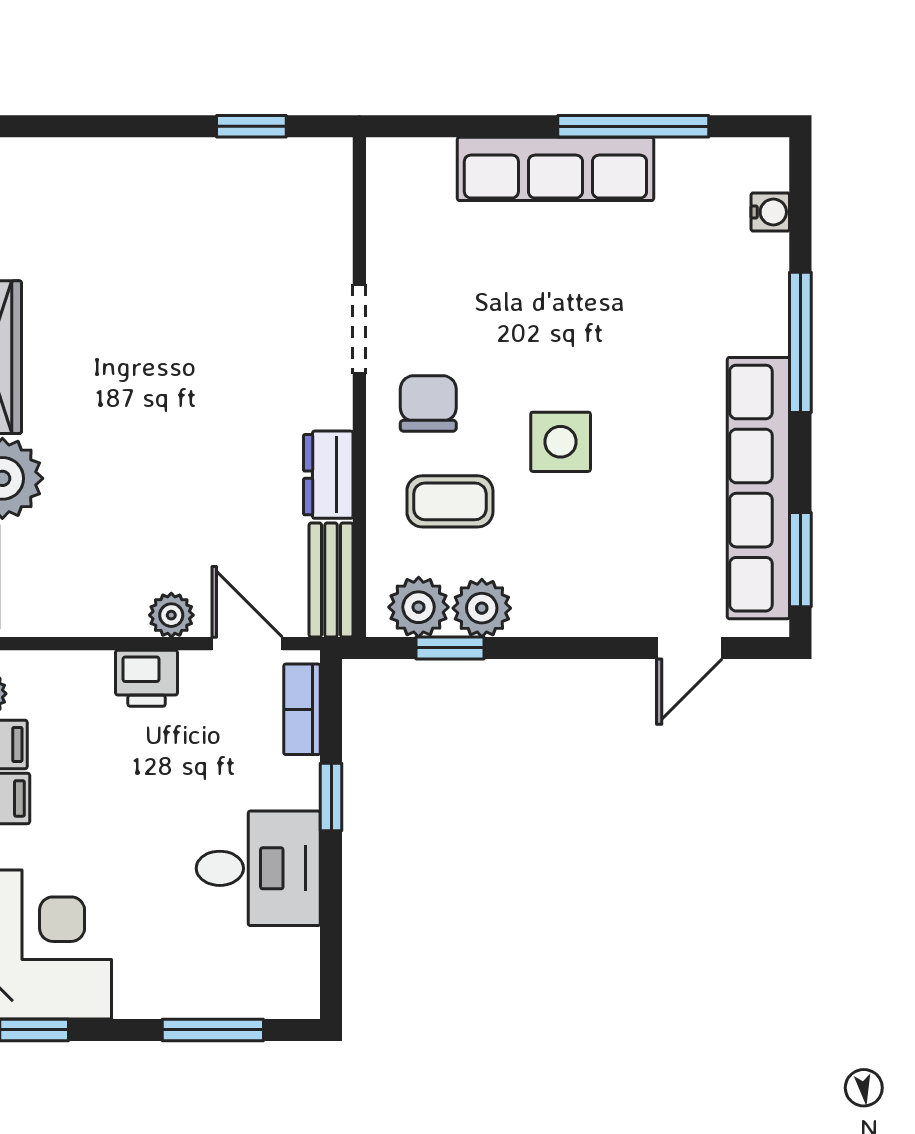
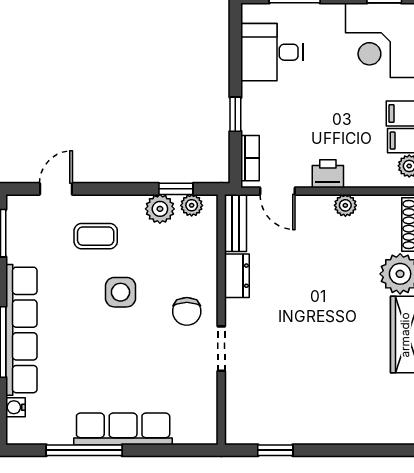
row of seats: (758, 488) -> (21, 330), moved
coffee table: (450, 501) -> (96, 236), moved
plant: (419, 607) -> (192, 205), width x0.73, depth x0.73
plant: (171, 615) -> (345, 205), moved
desk: (258, 868) -> (272, 52), moved

